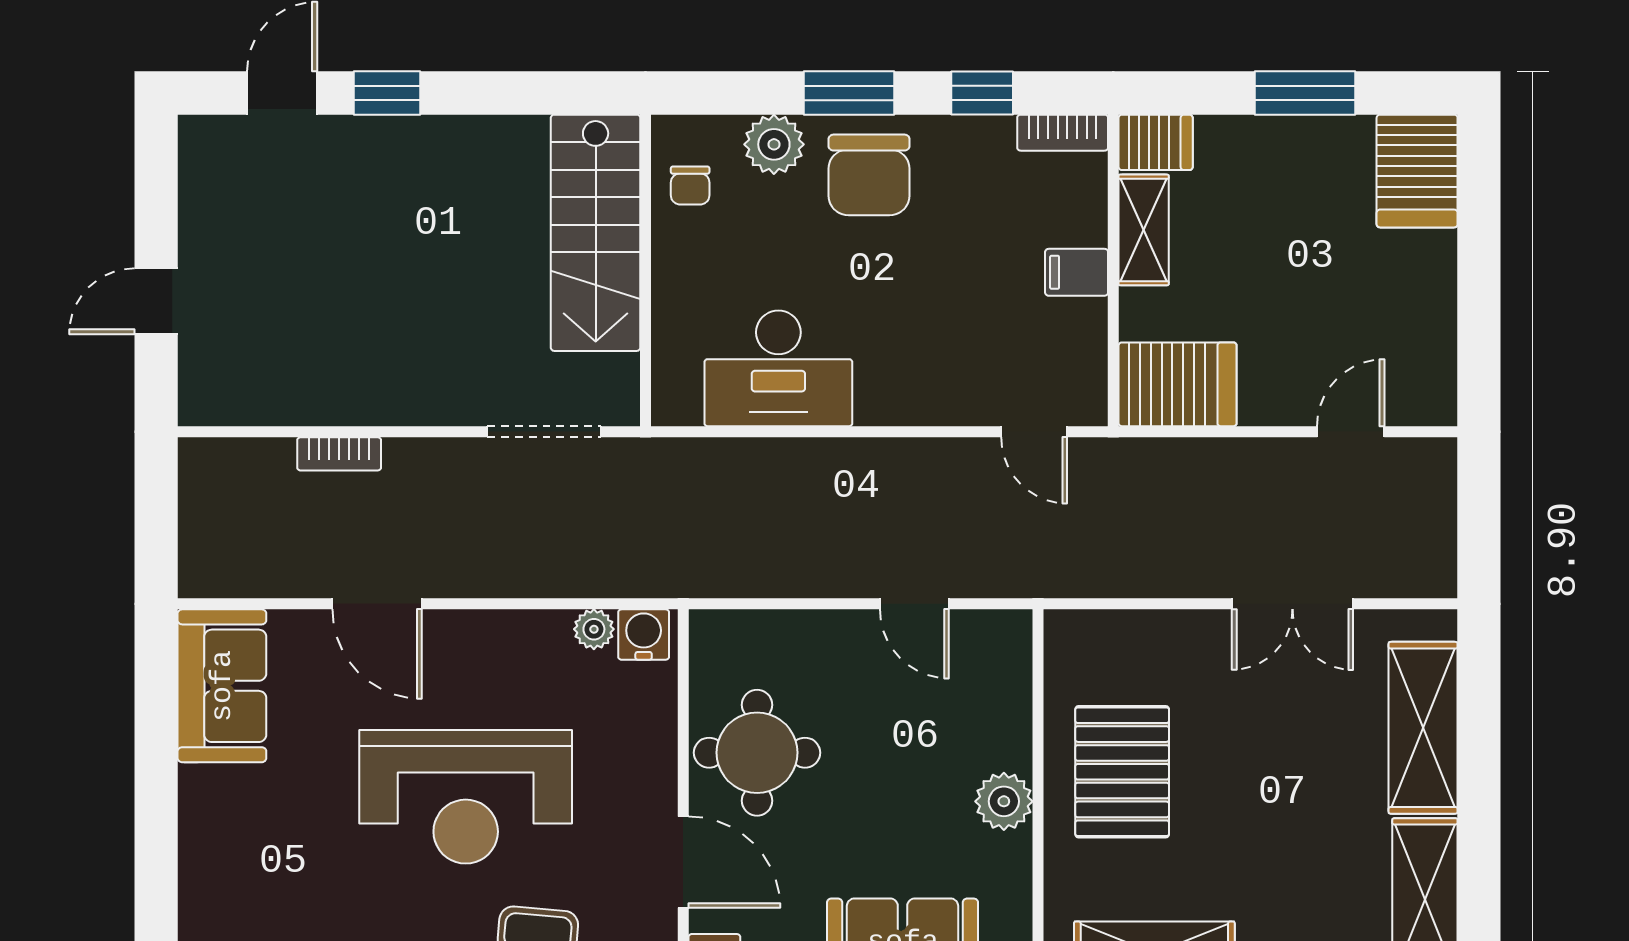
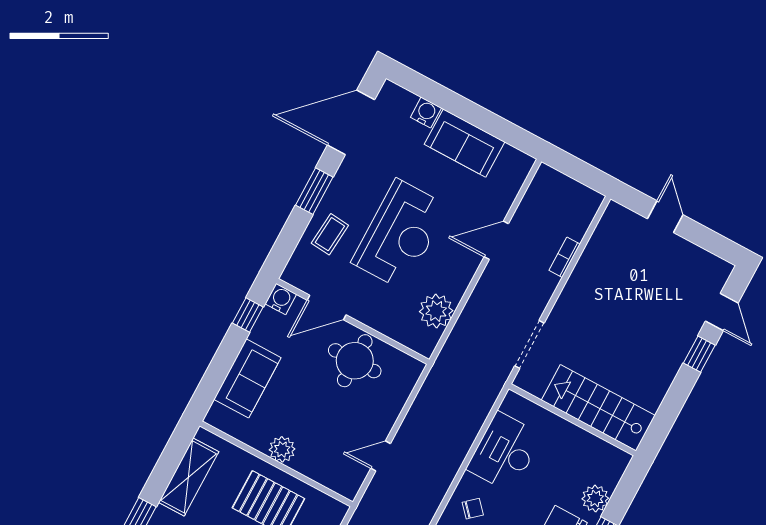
chair: (690, 185) -> (473, 509), moved, turned 138
plant: (594, 629) -> (436, 311), width x1.88, depth x1.88
water cooler: (644, 635) -> (426, 113), moved, turned -90
sofa: (222, 686) -> (465, 143), moved
reception desk: (466, 797) -> (400, 234), turned 180

